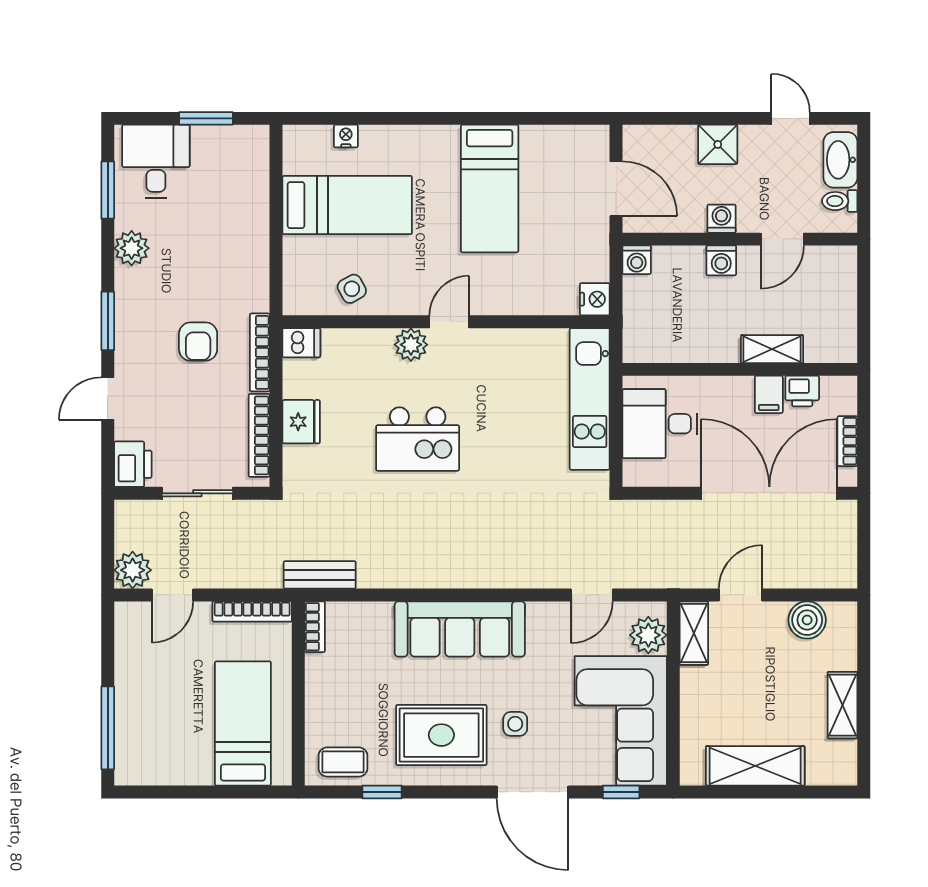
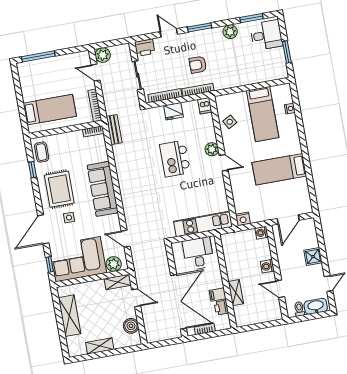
washing machine: (721, 219) -> (284, 263), removed

